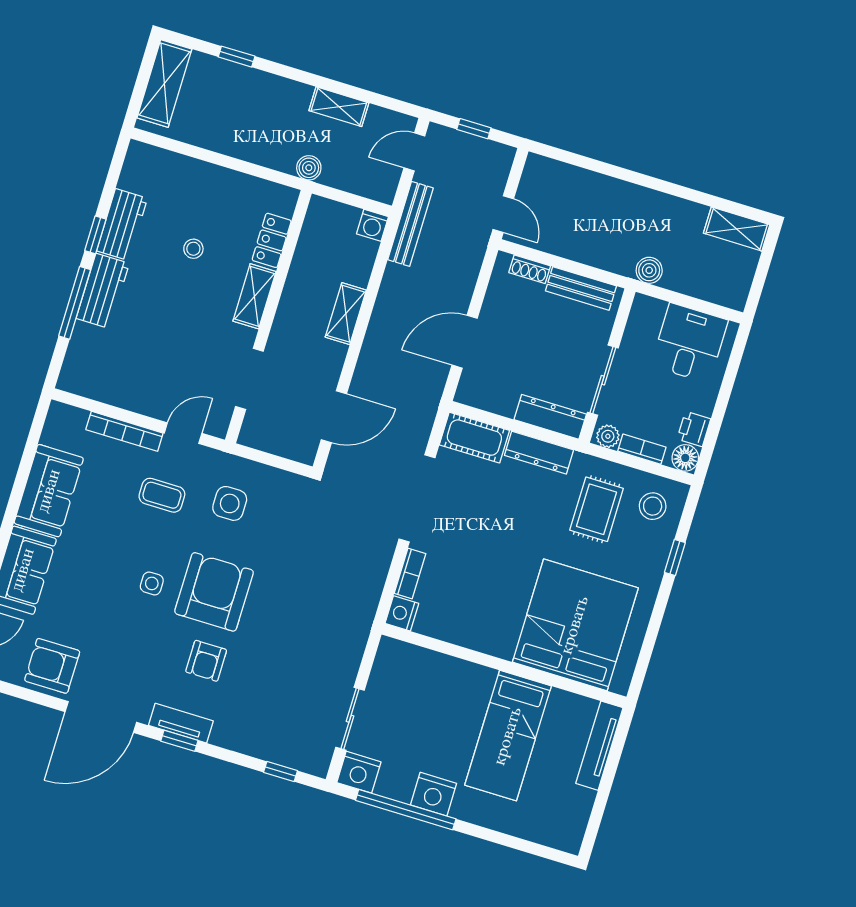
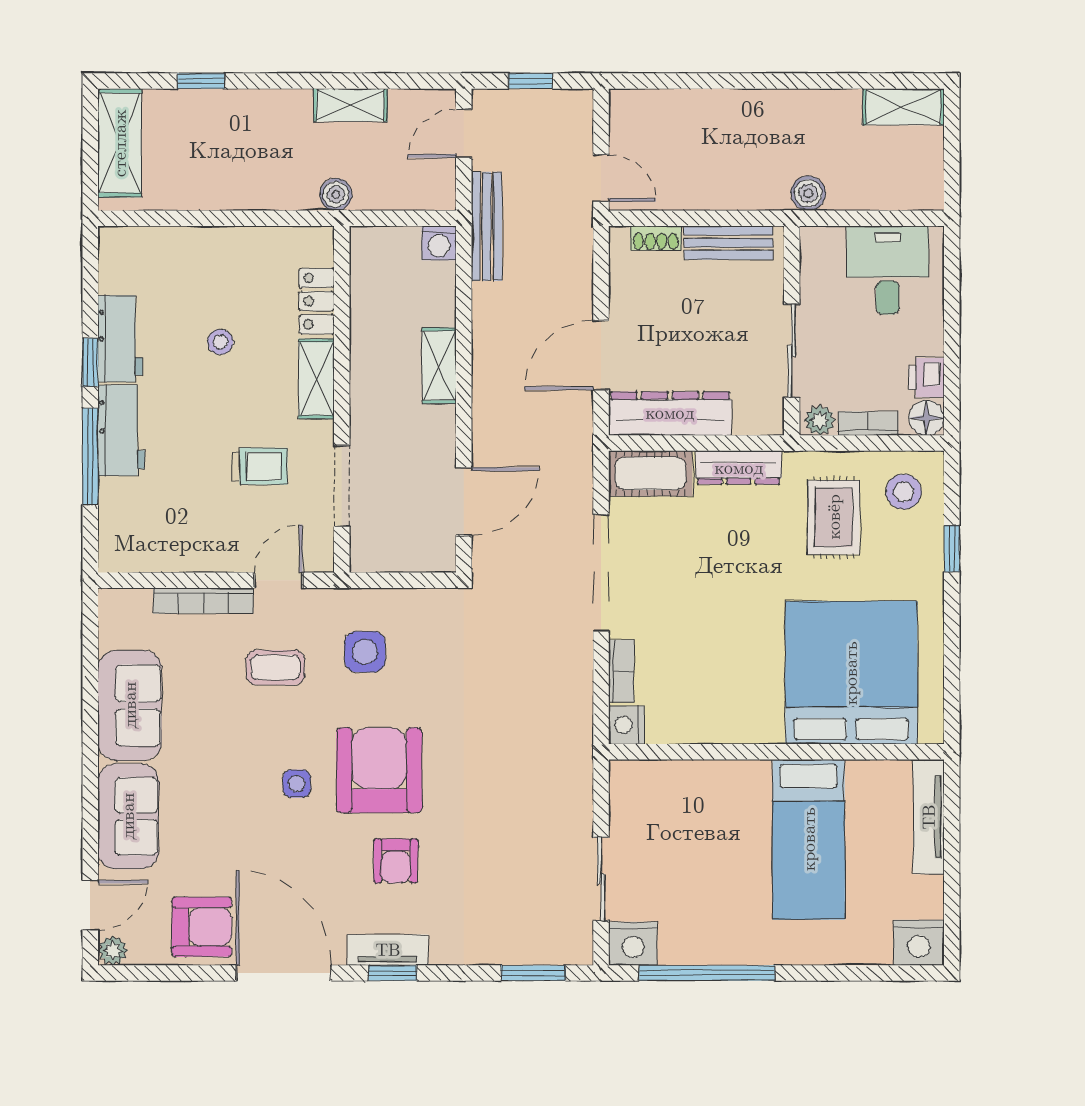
trolley: (194, 347) -> (260, 466), added
dresser: (550, 417) -> (670, 413), moved, width x1.37, depth x1.24
armchair: (52, 666) -> (202, 927), turned 180
door: (101, 717) -> (284, 973), swing flipped
window: (281, 771) -> (533, 973), width x1.50
nightstand: (434, 794) -> (919, 943), moved

